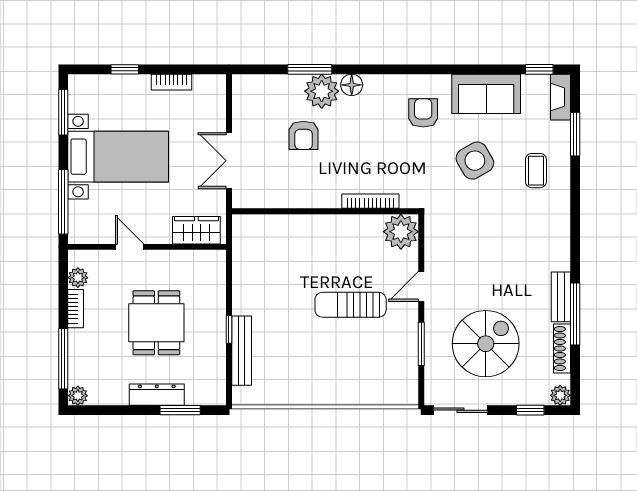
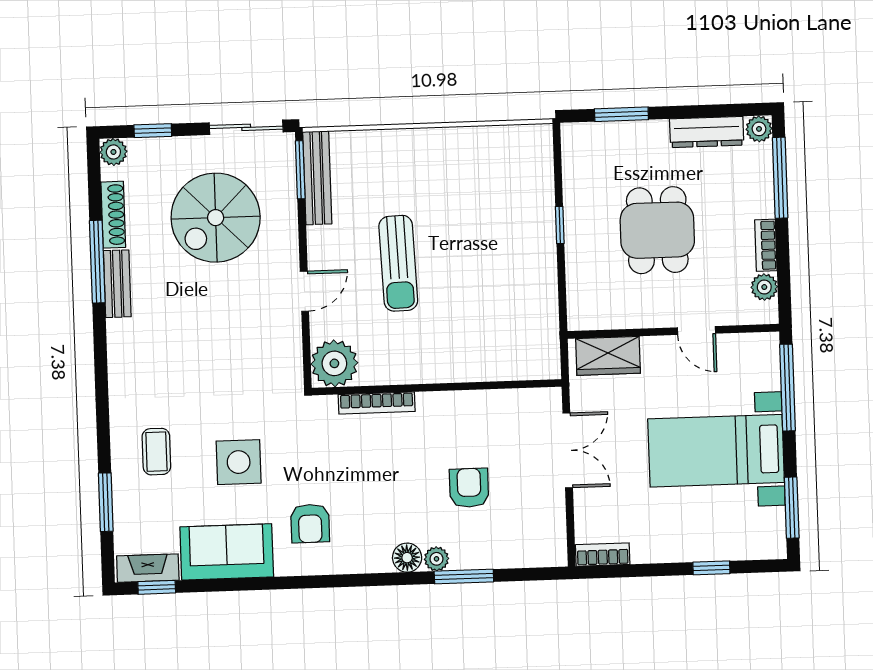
bookcase: (172, 82) -> (603, 555), moved
plant: (322, 91) -> (436, 559), width x0.53, depth x0.53
fireplace: (561, 97) -> (148, 568), moved, turned -90
side table: (475, 161) -> (239, 462), turned 30
sun lounger: (351, 305) -> (398, 263), turned 88
window: (421, 344) -> (300, 170), moved
bench: (242, 351) -> (317, 178), moved
dresser: (157, 395) -> (707, 132), moved

